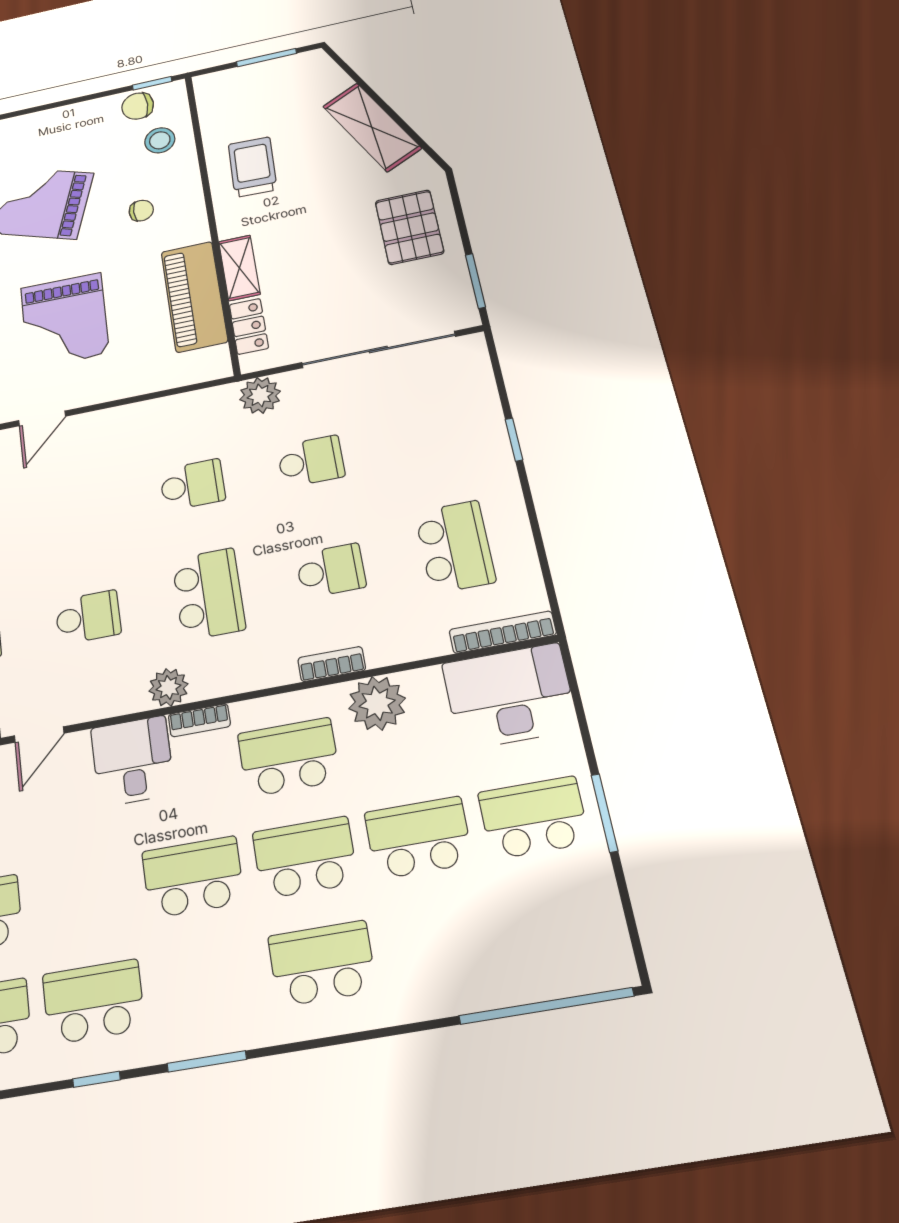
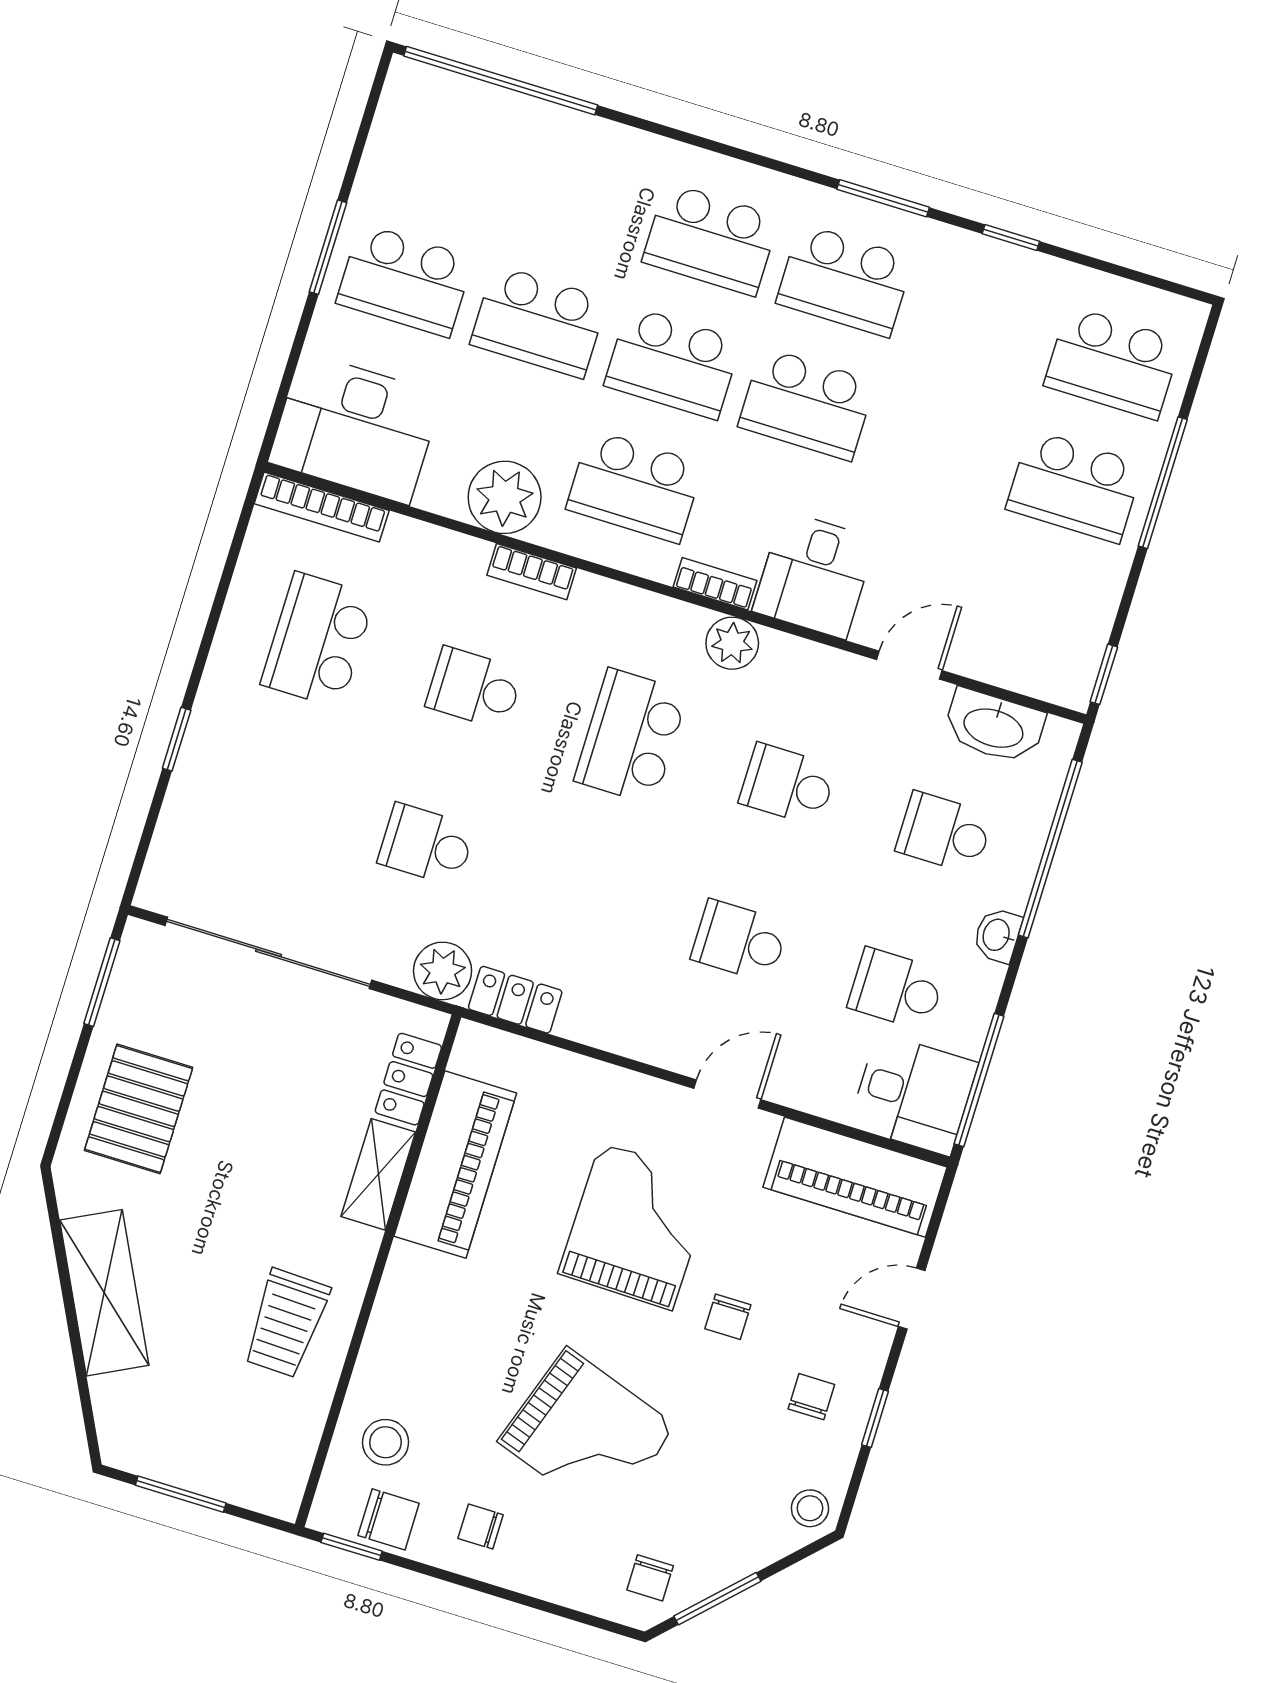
chair: (141, 211) -> (481, 1527), moved
locker: (204, 403) -> (515, 1000), added
school desk: (192, 485) -> (740, 941), moved
school desk: (93, 1002) -> (845, 281), moved

